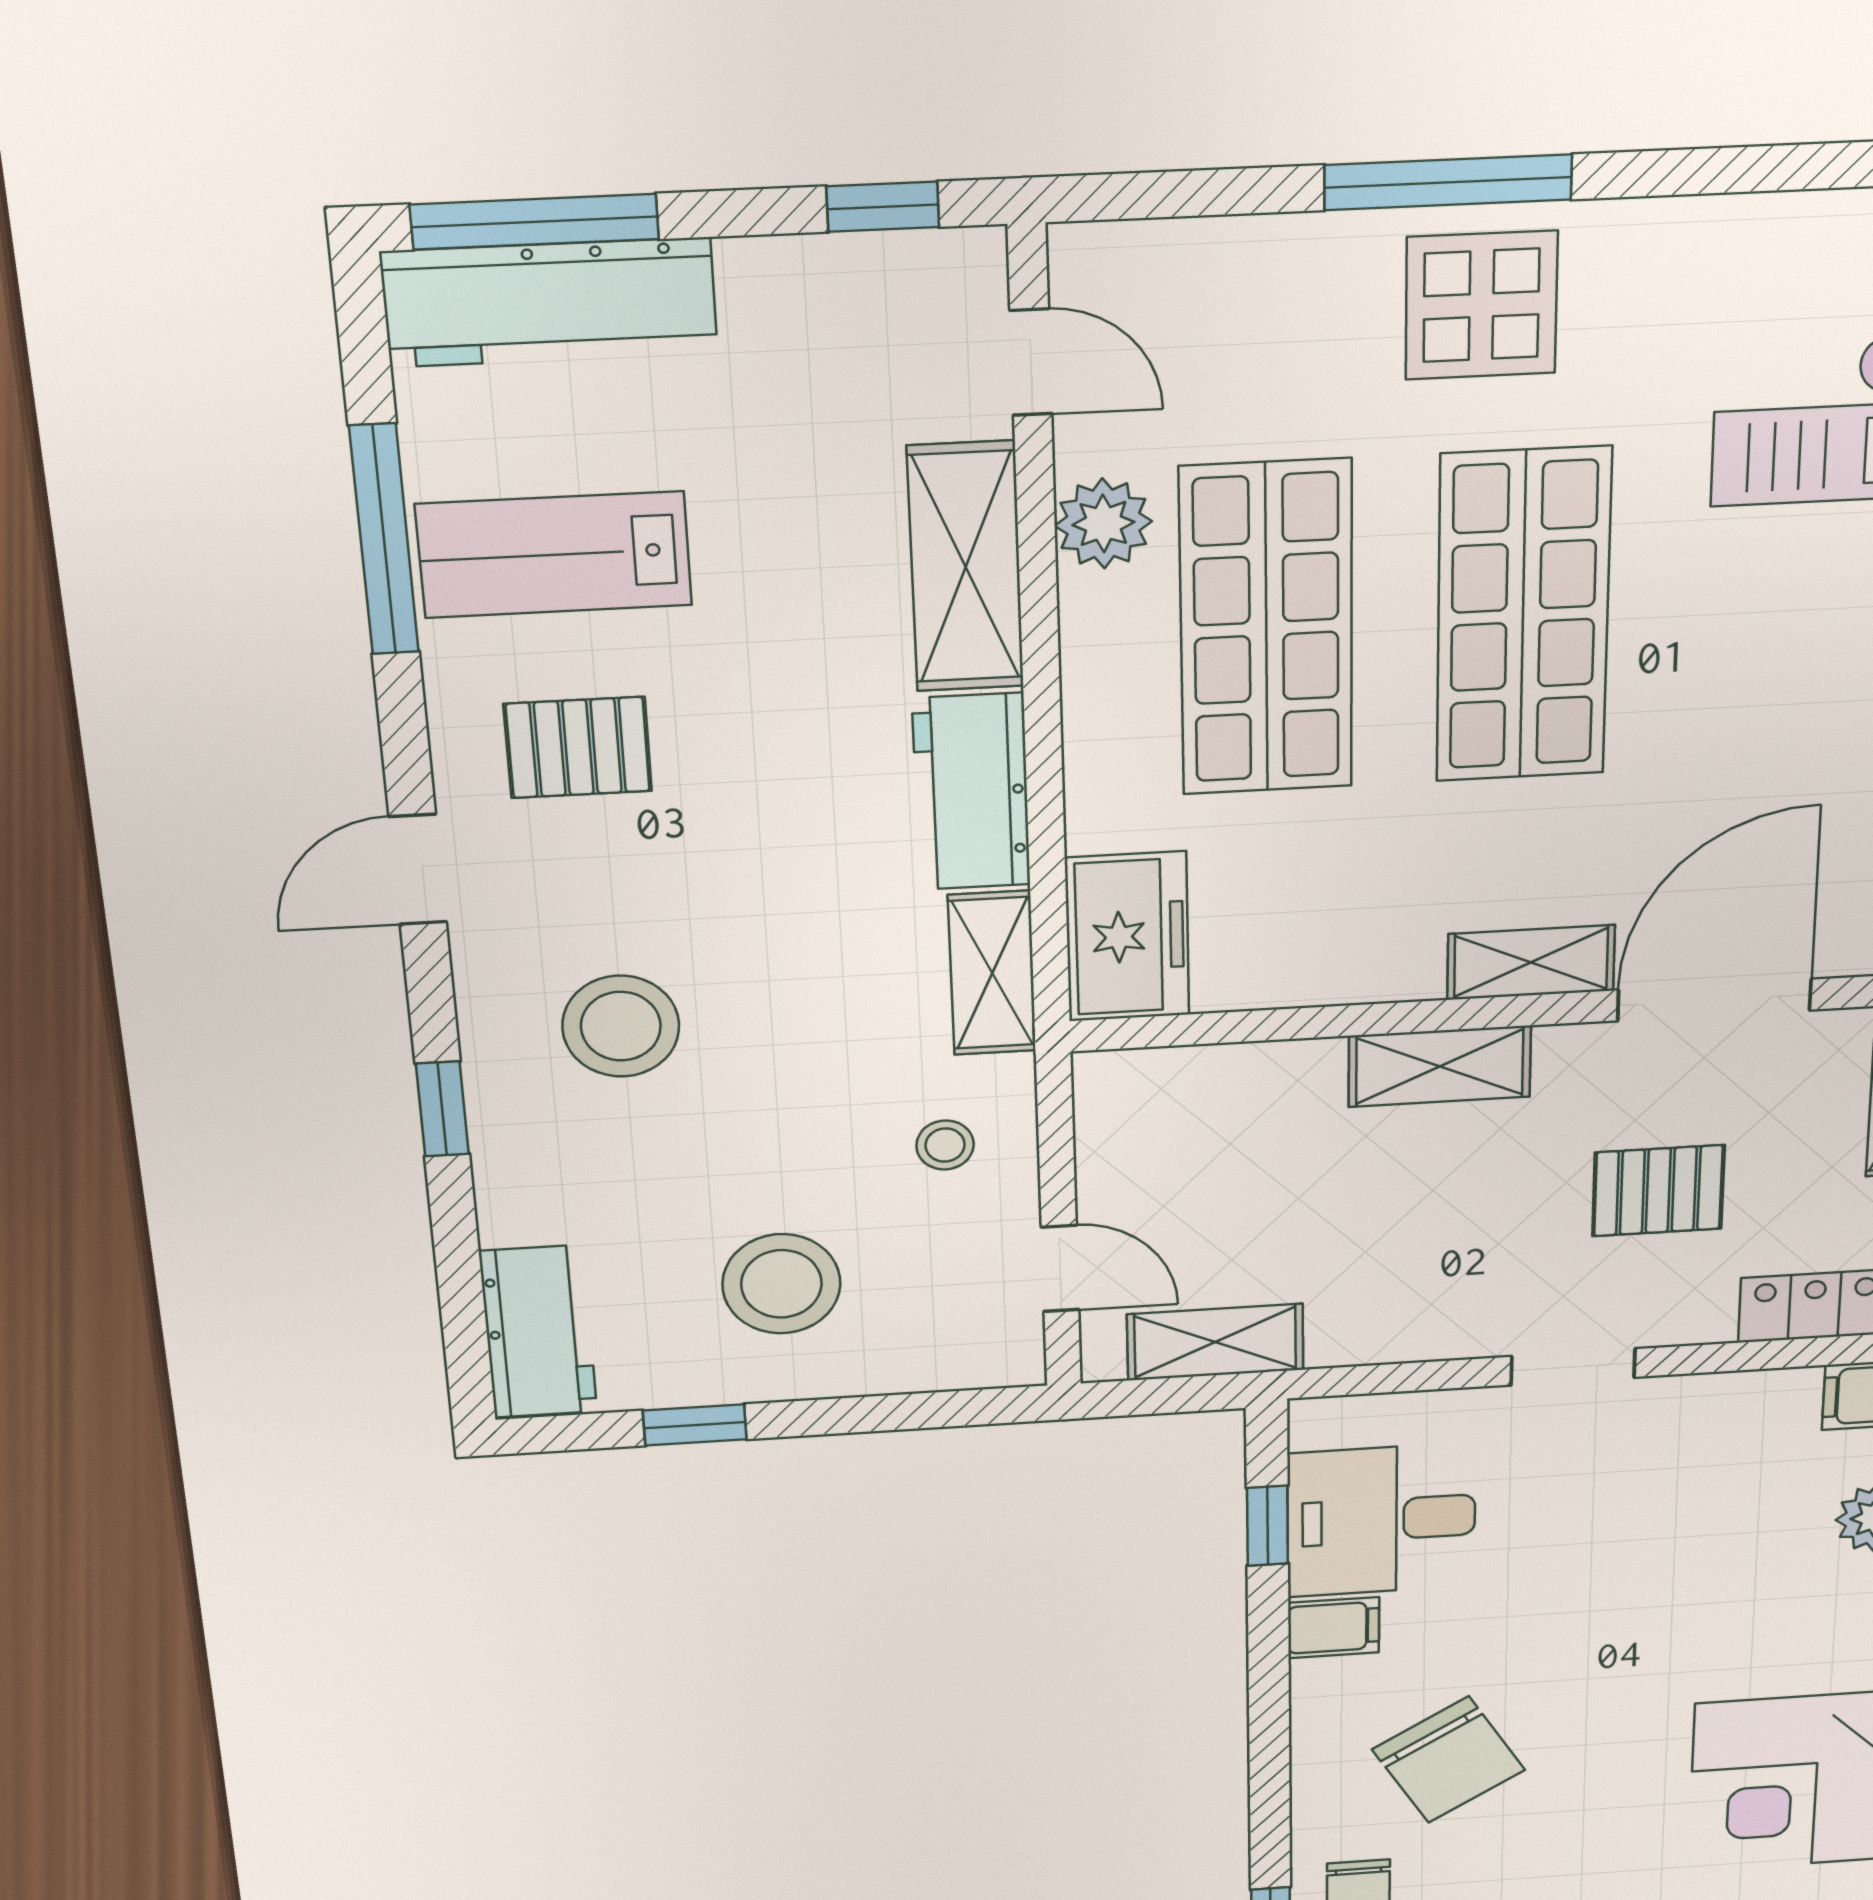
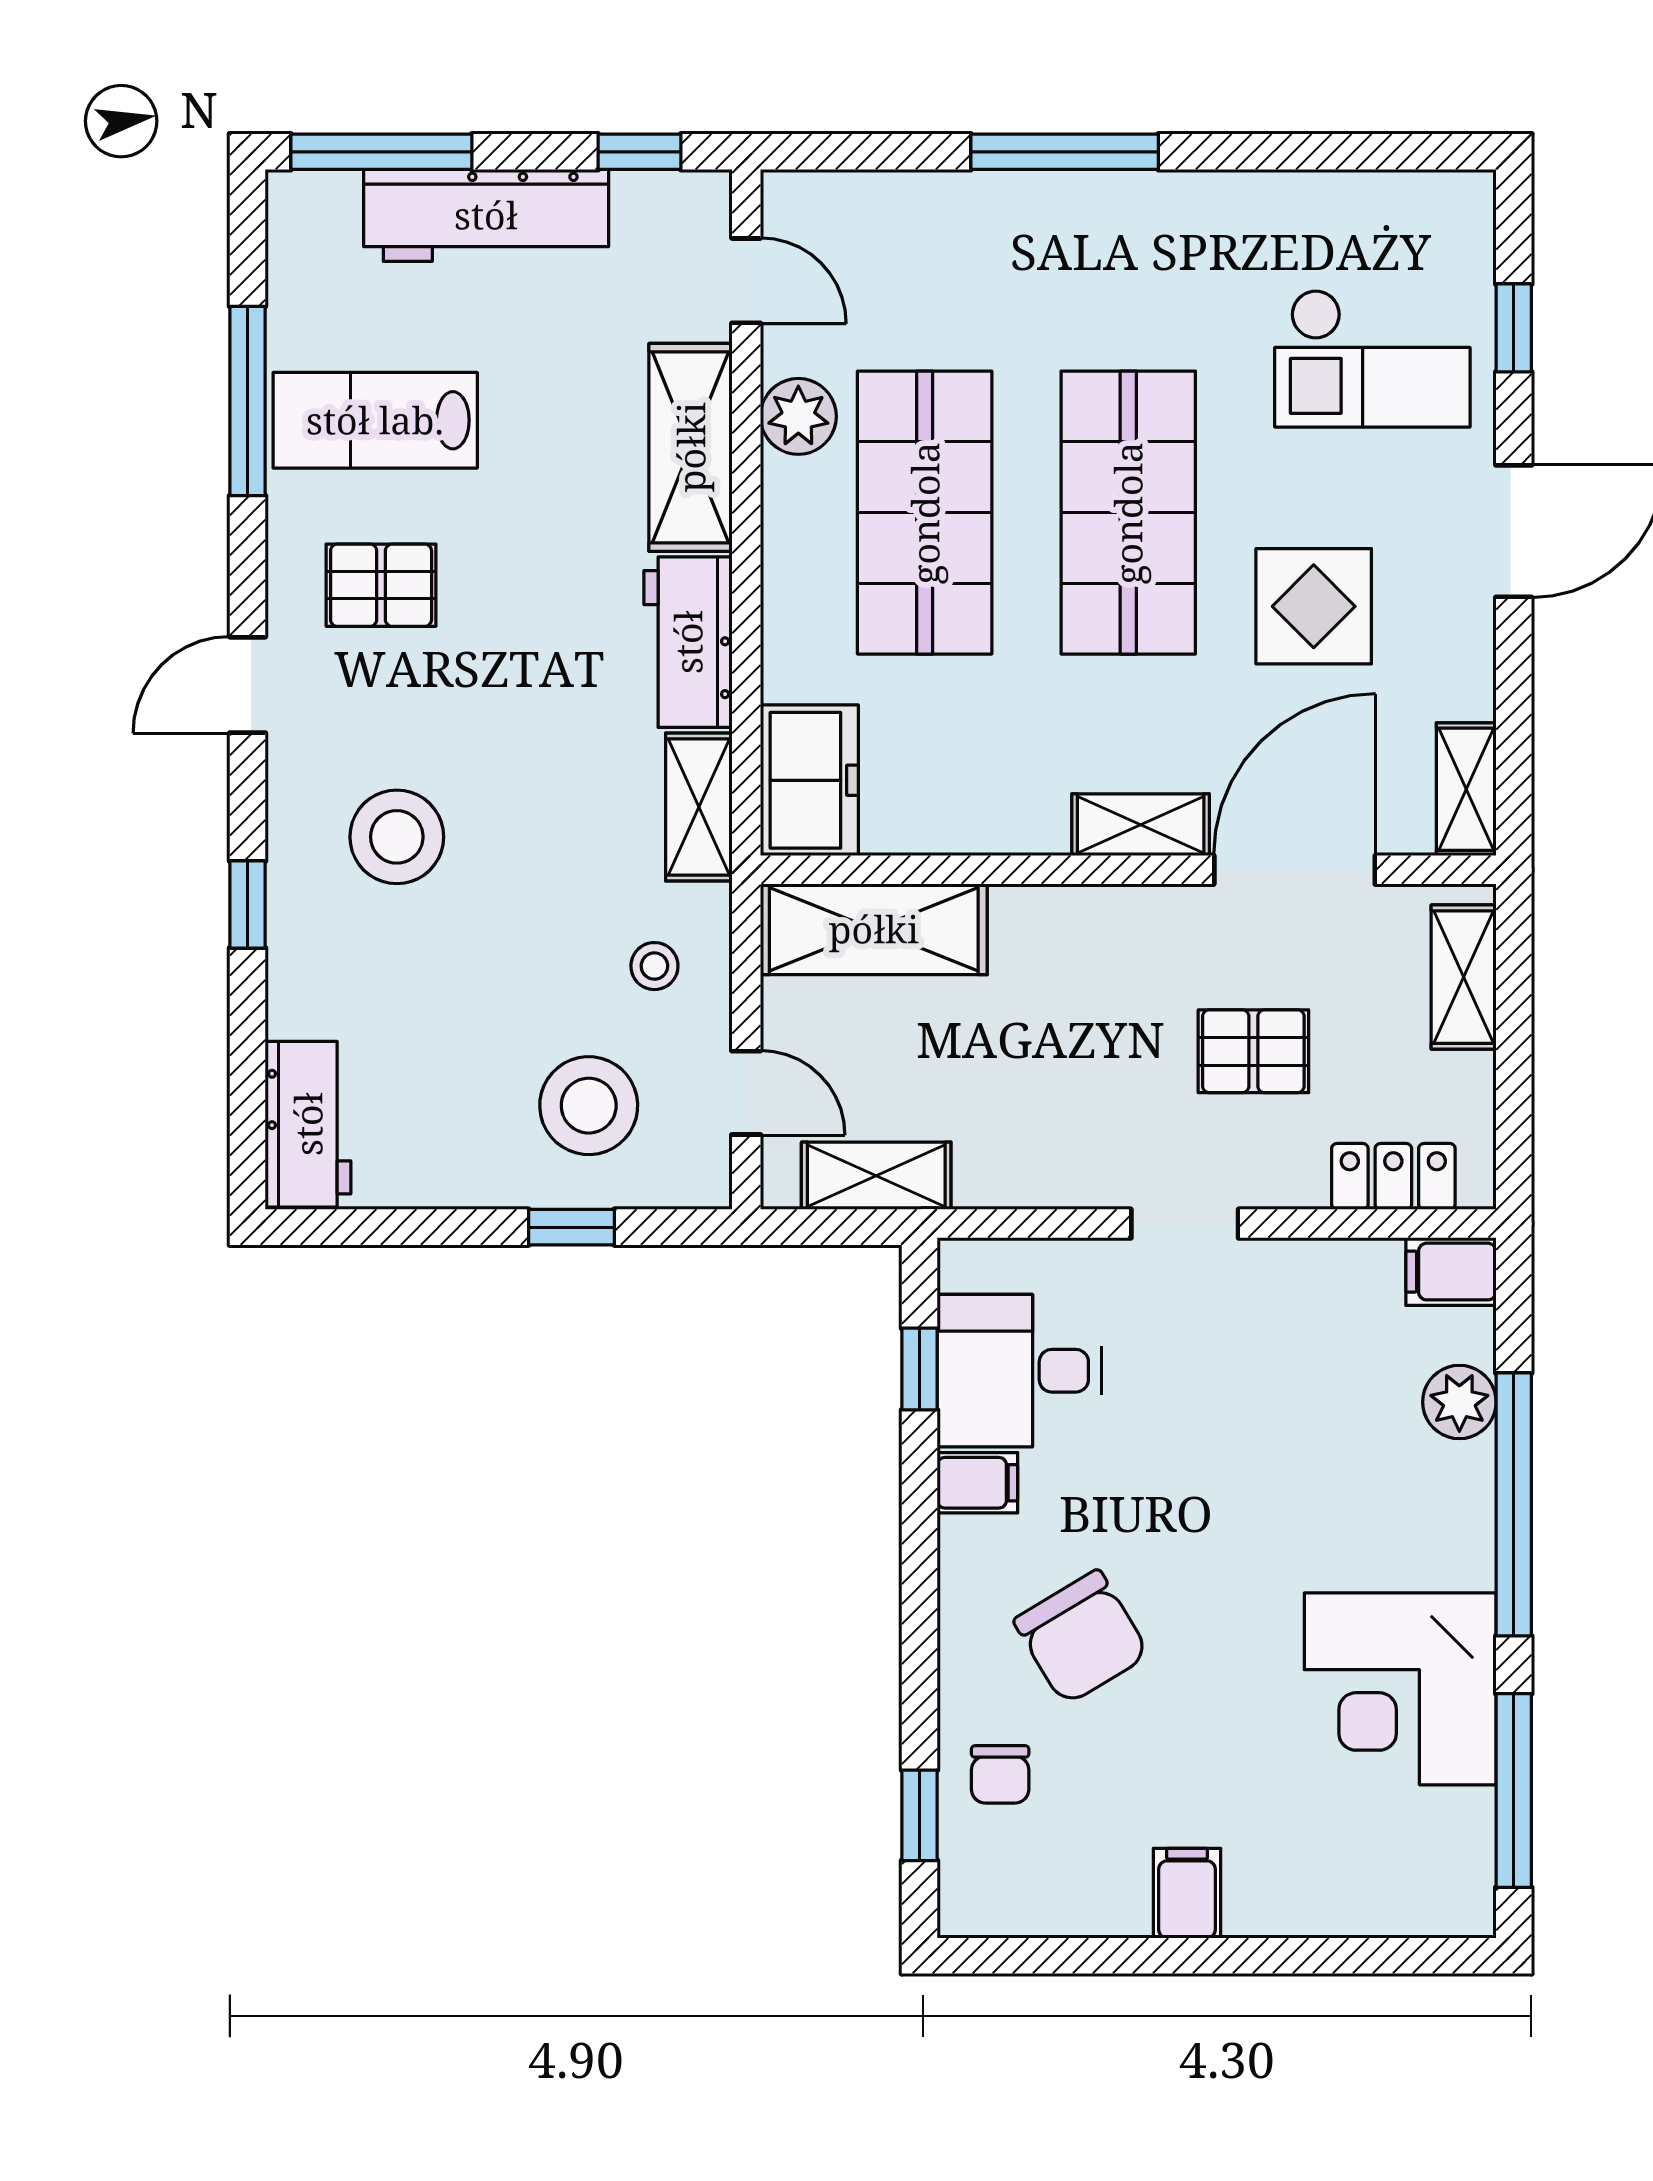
workbench: (550, 302) -> (486, 215), moved
display table: (1481, 305) -> (1314, 606), moved
shelving: (1440, 1066) -> (874, 929), moved, width x1.50, depth x1.33
stool: (781, 1284) -> (589, 1106), moved
window: (695, 1425) -> (572, 1227), moved

